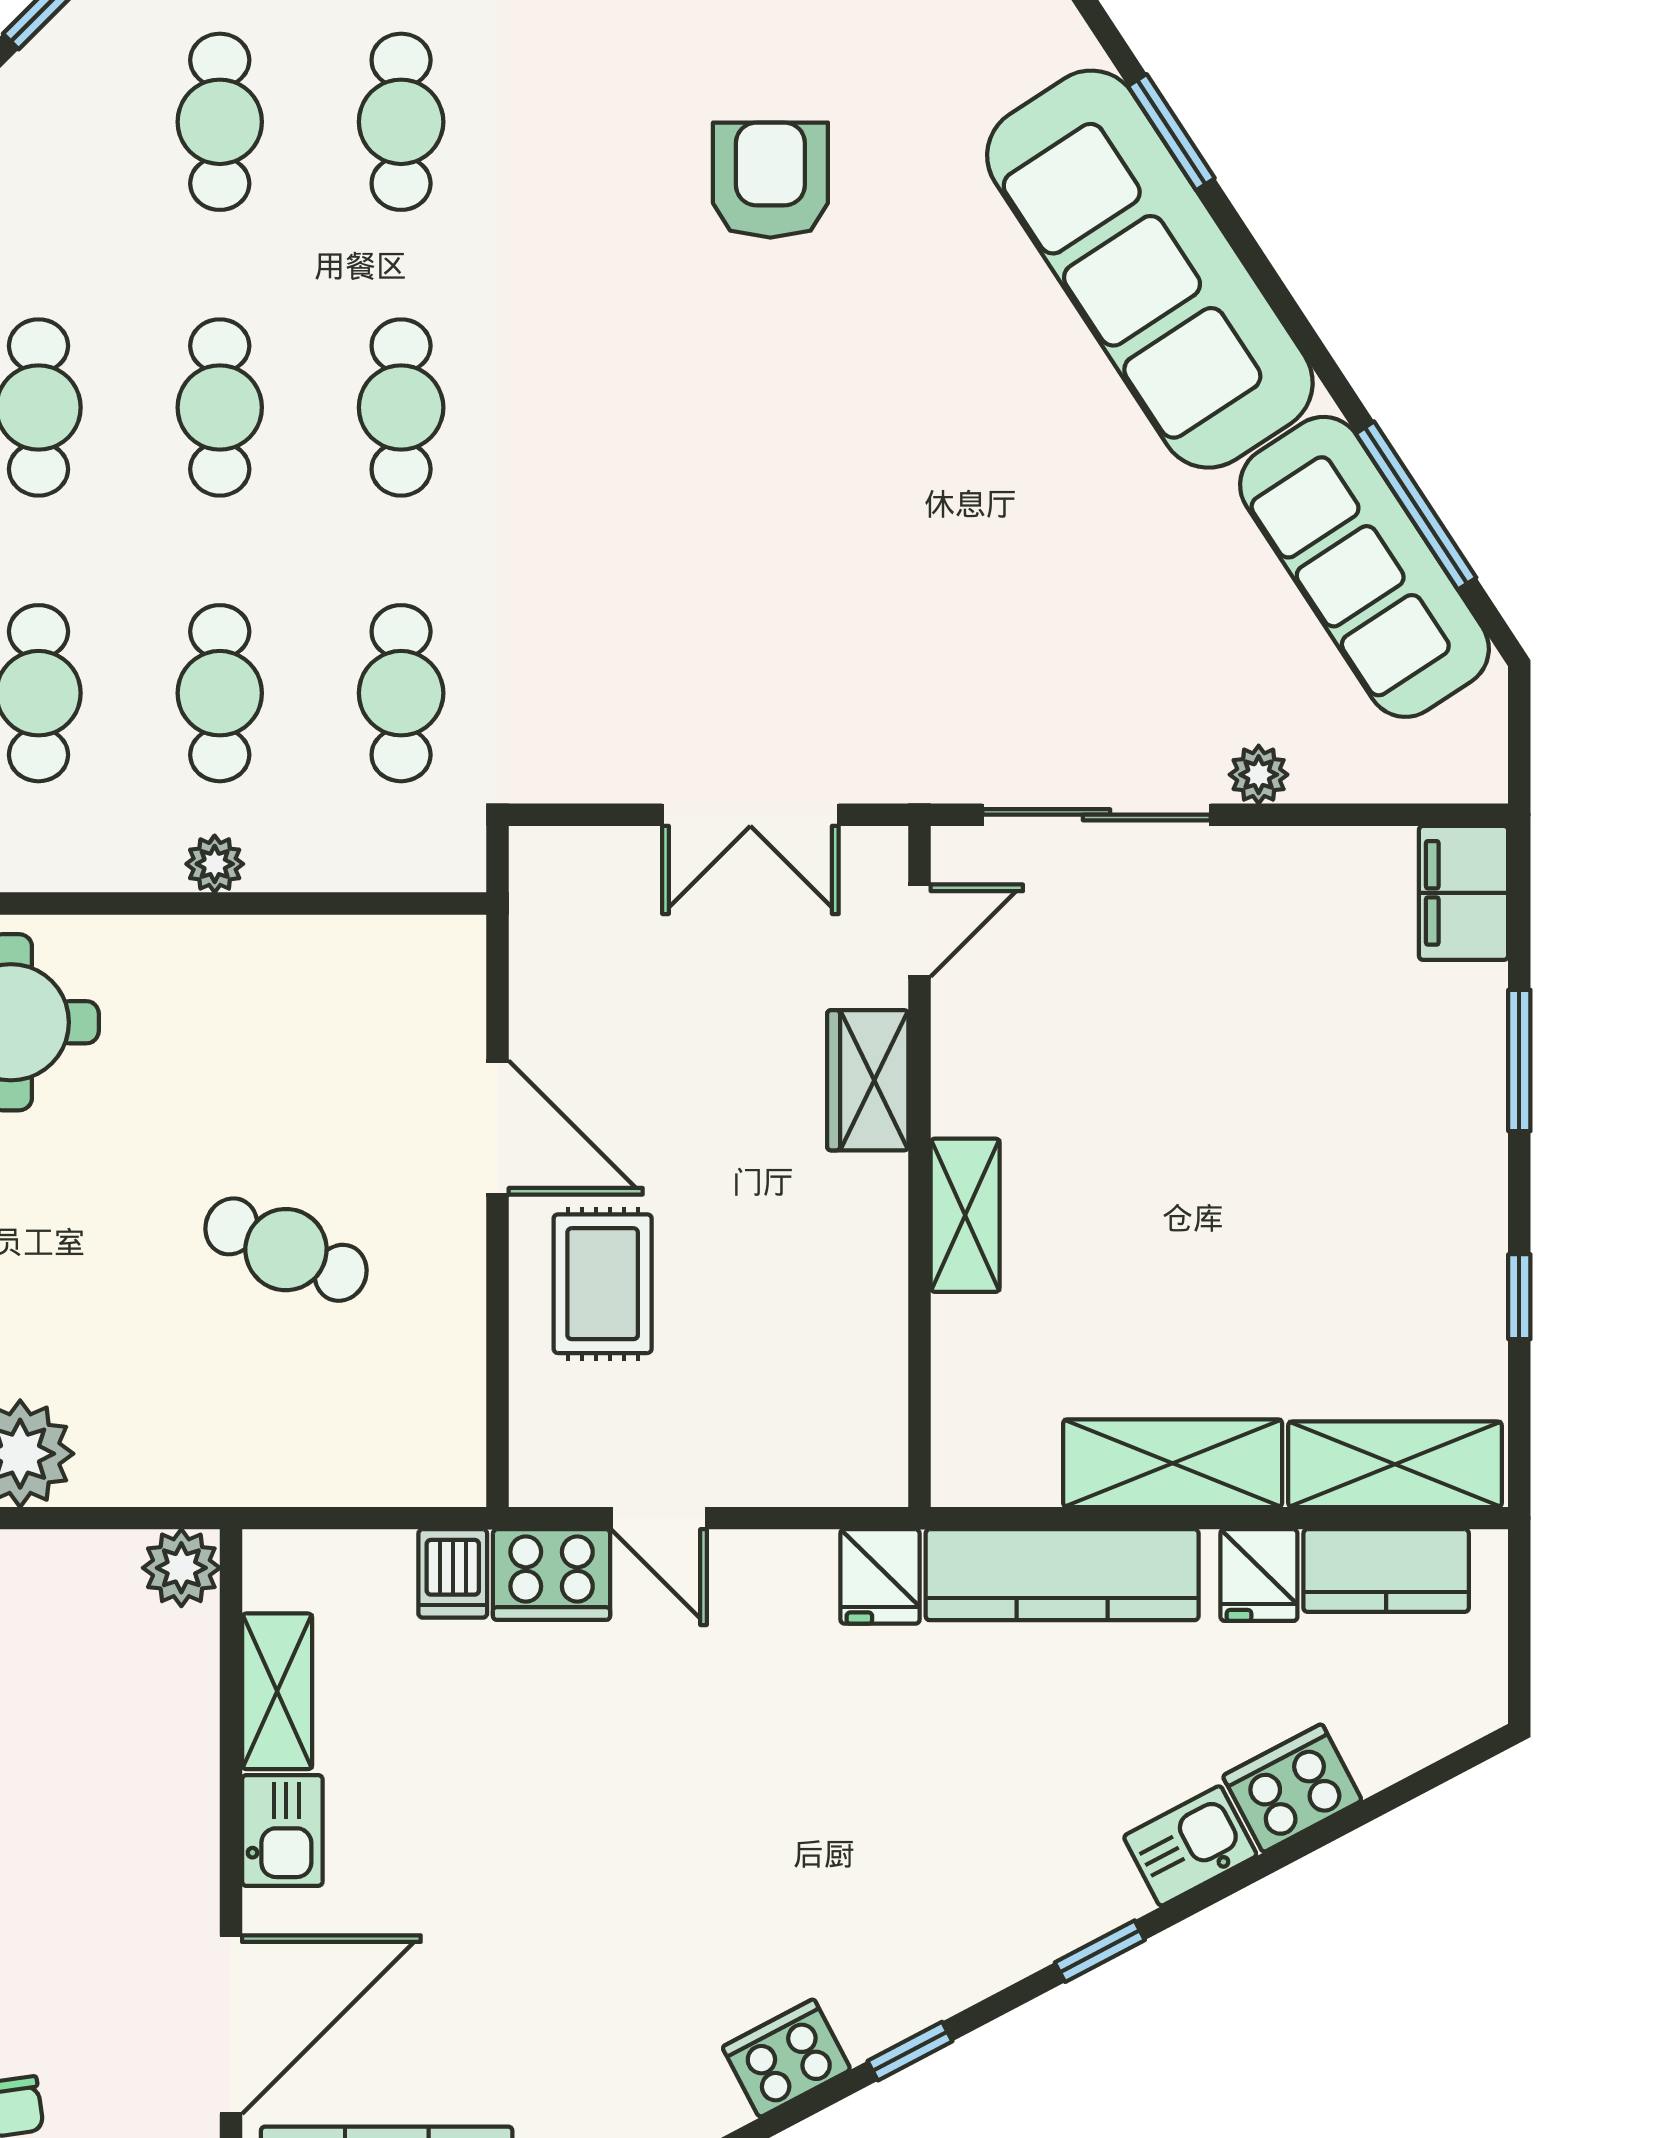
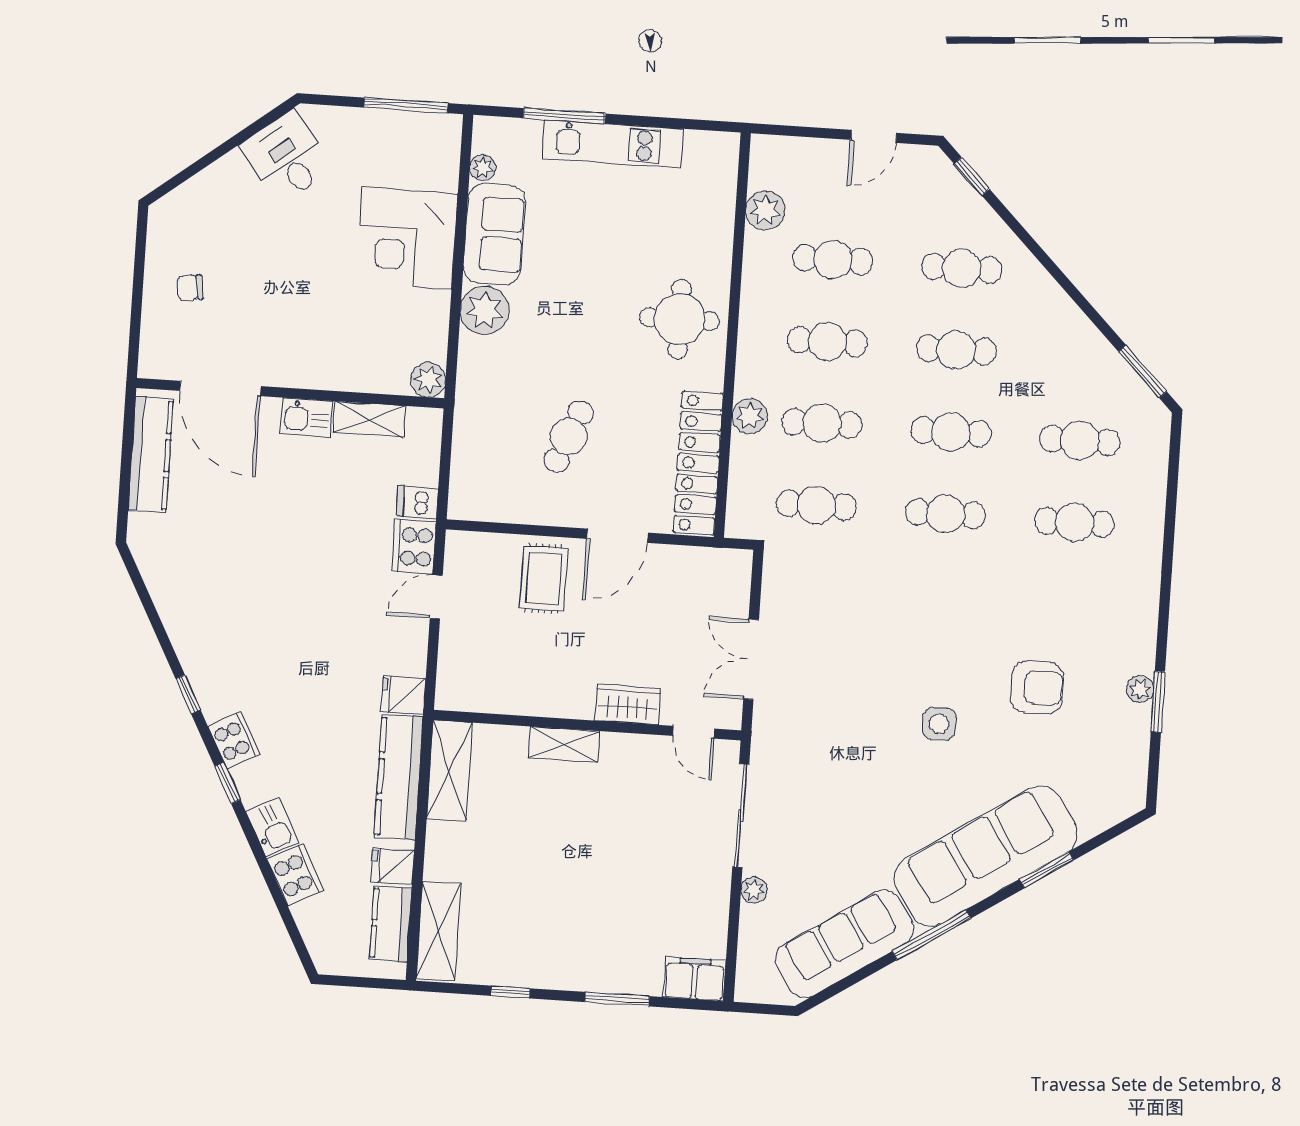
side table: (865, 391) -> (939, 724), added
window: (1416, 506) -> (932, 935), moved
plant: (215, 864) -> (750, 416), width x1.38, depth x1.38
locker: (326, 960) -> (698, 463), added
rug: (603, 1284) -> (544, 578), turned 90
shelving: (1173, 1463) -> (450, 771), moved
cooker: (787, 2058) -> (234, 740), moved

